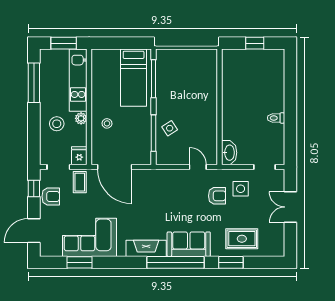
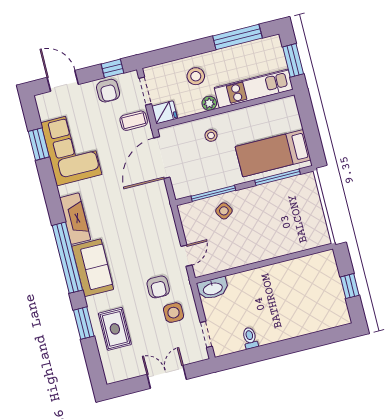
toilet: (276, 118) -> (250, 338), moved

